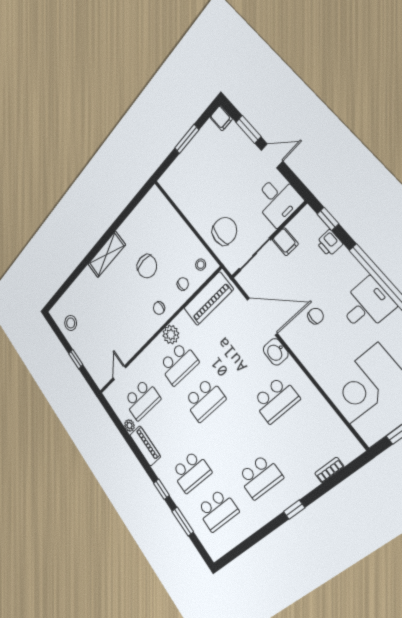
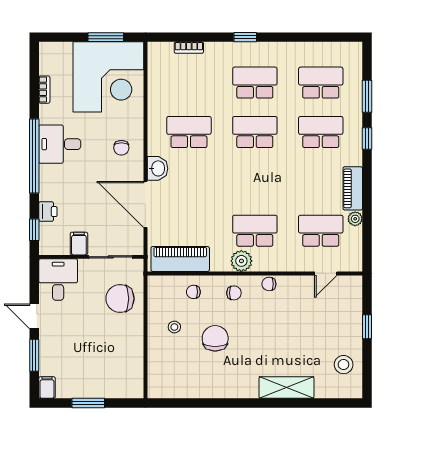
shelving: (107, 255) -> (286, 388), moved
stool: (201, 265) -> (174, 327), moved
chair: (316, 316) -> (121, 148), moved, turned -90
chair: (144, 334) -> (269, 284), added
school desk: (205, 400) -> (255, 132), moved

